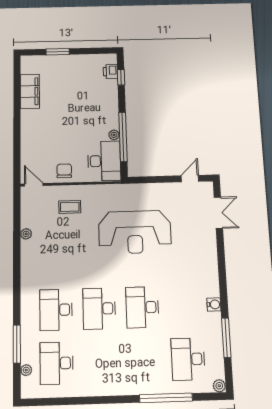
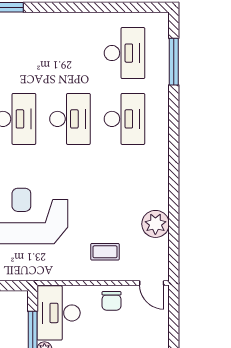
plant: (26, 234) -> (155, 224), width x1.88, depth x1.88
window: (17, 344) -> (174, 62), moved
plant: (26, 370) -> (162, 46), removed

